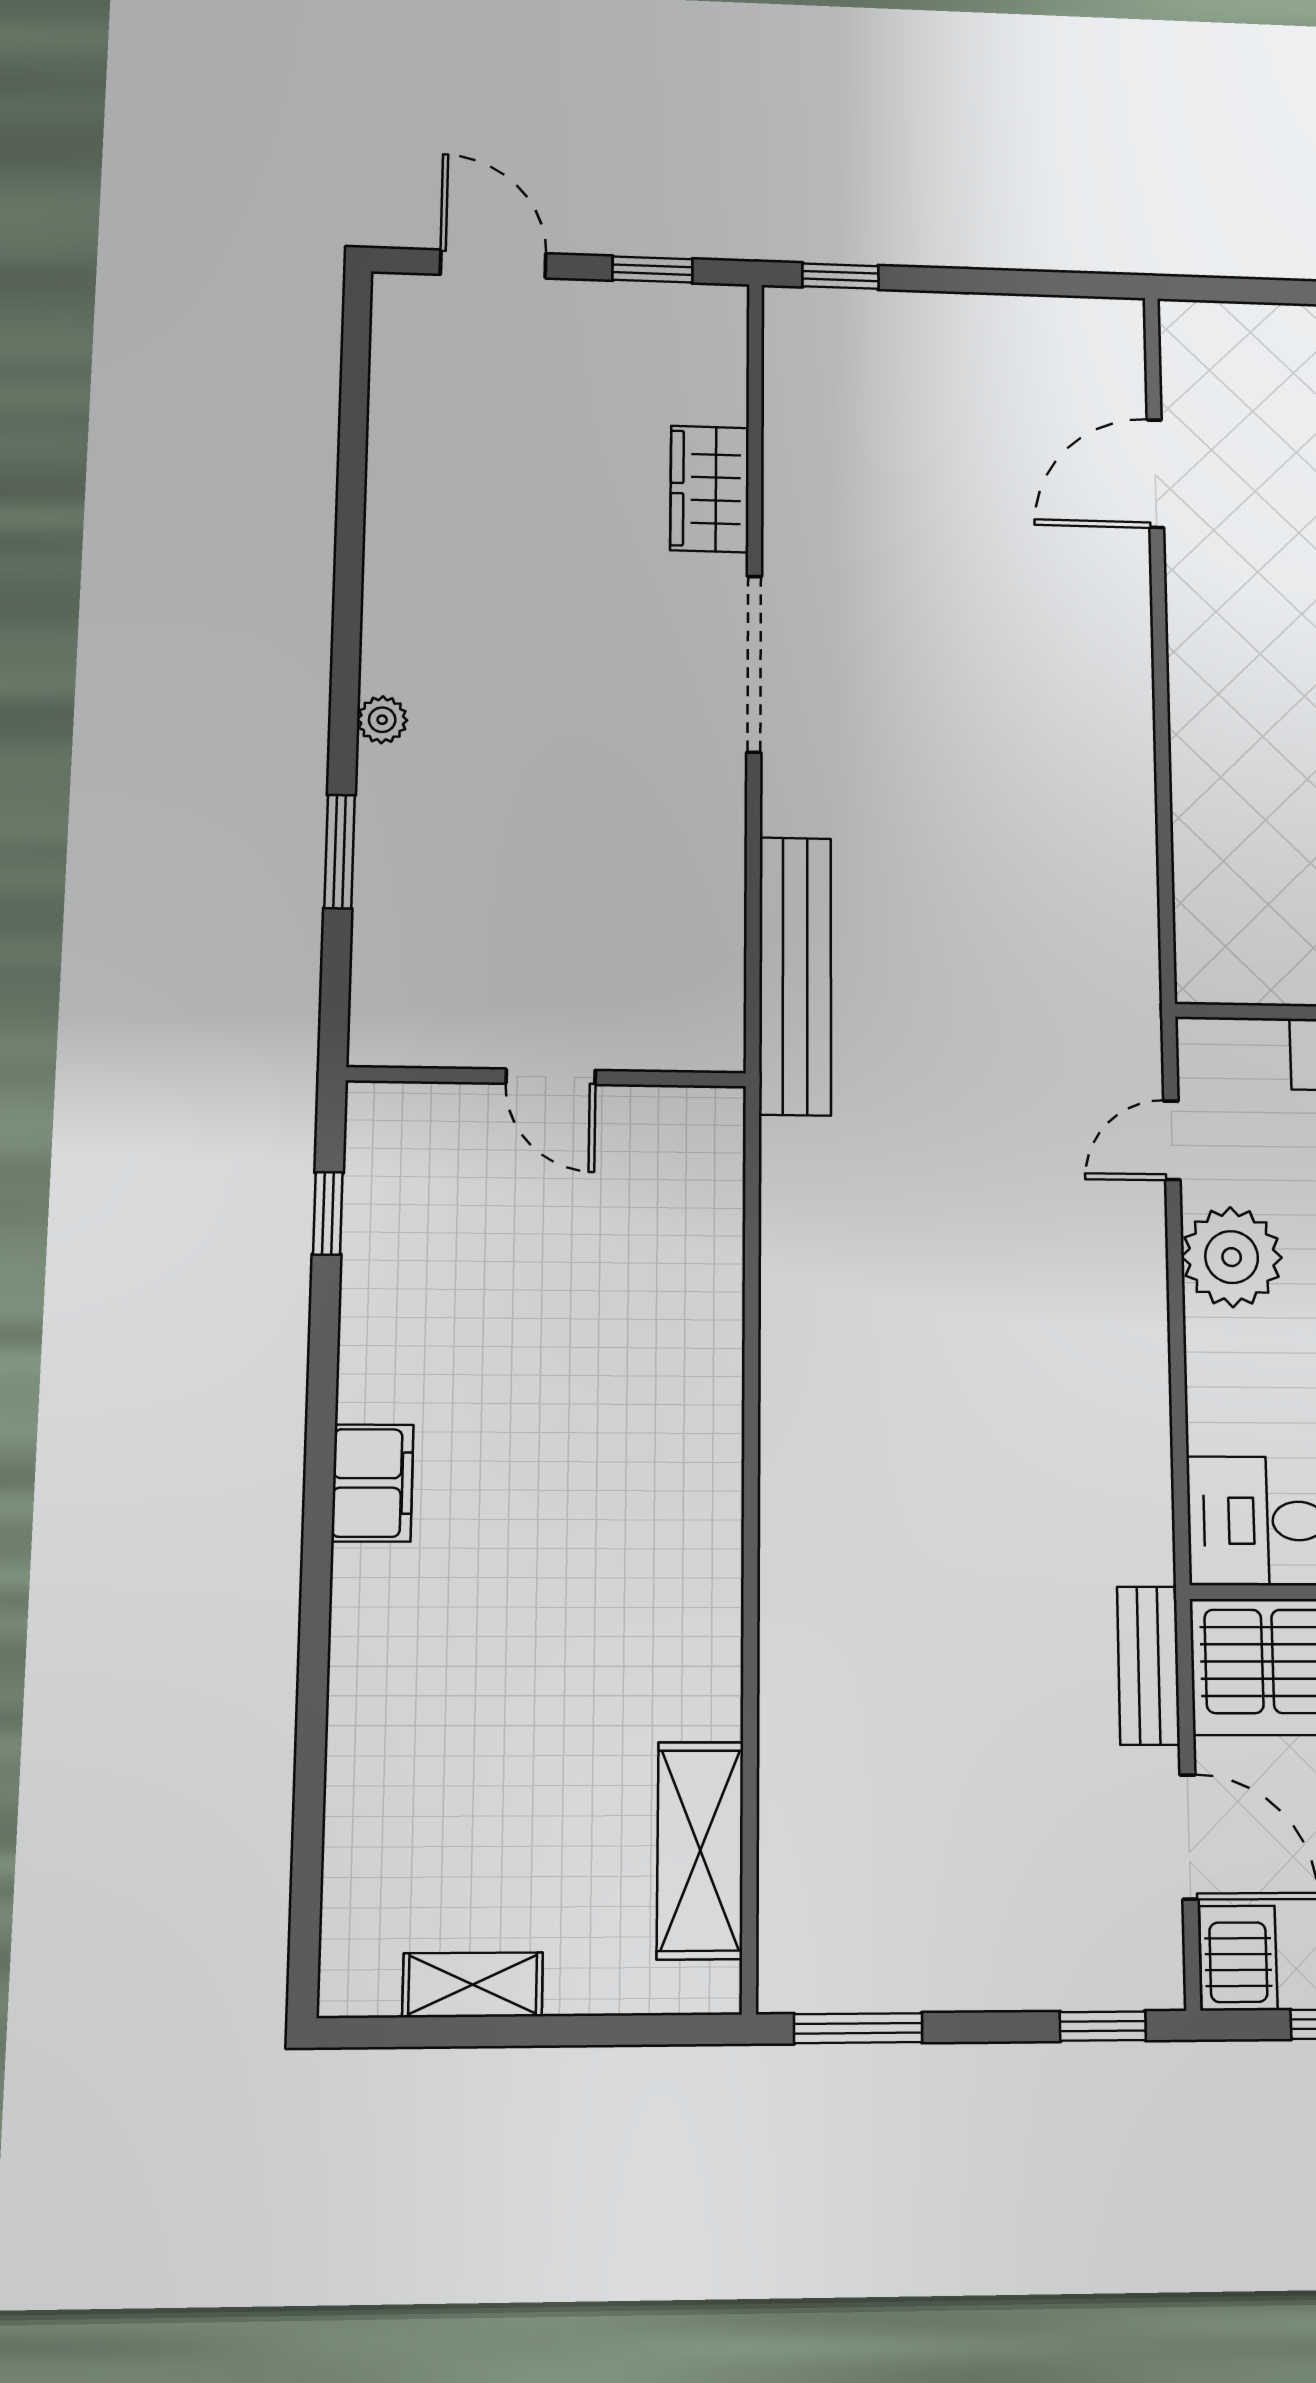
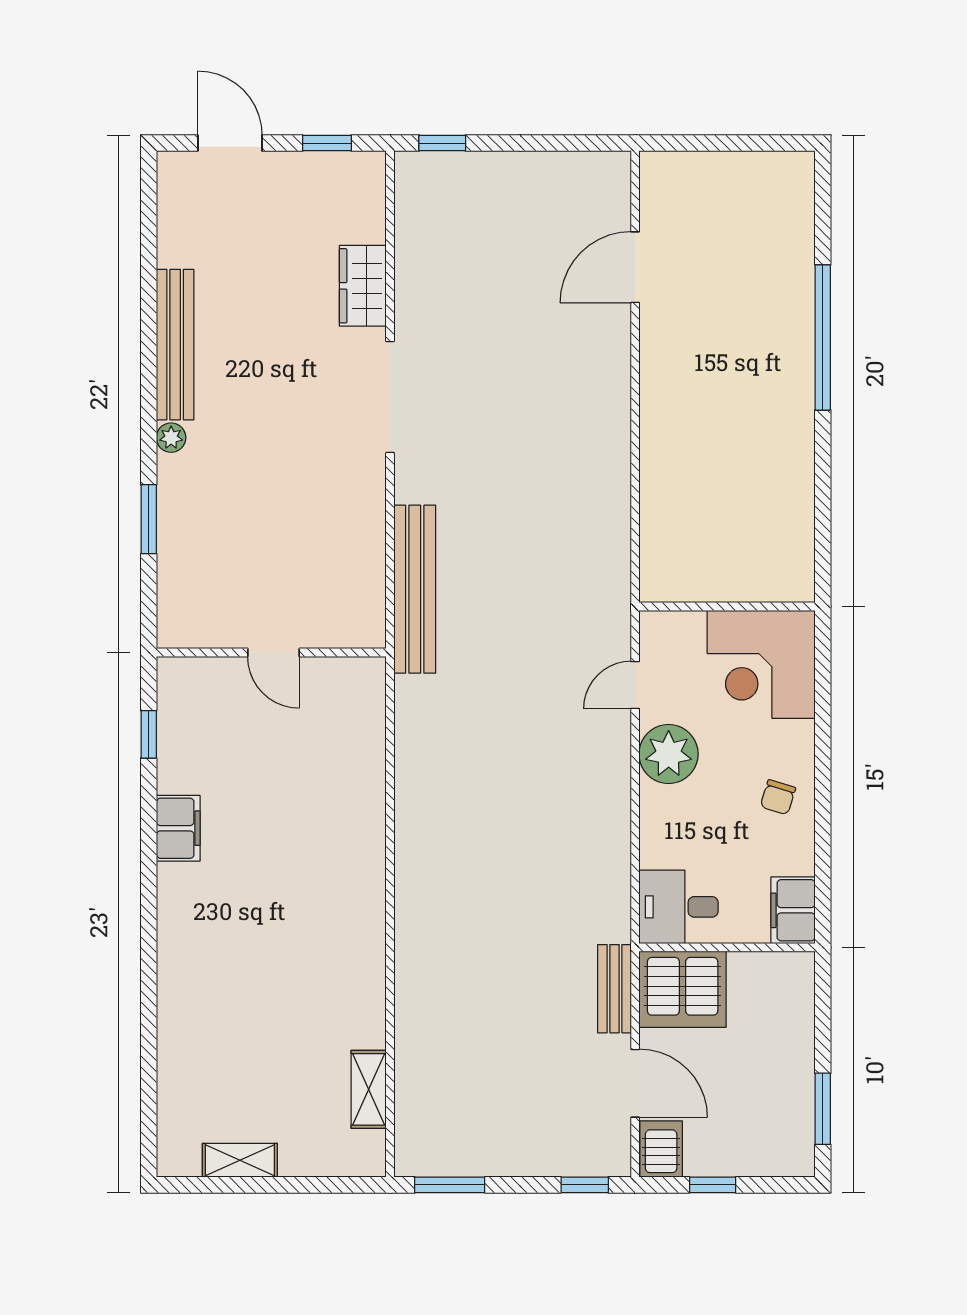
bench: (393, 572) -> (175, 345), added
filing cabinet: (372, 1483) -> (178, 828), moved
shelving: (700, 1850) -> (369, 1089), width x0.67, depth x0.75

